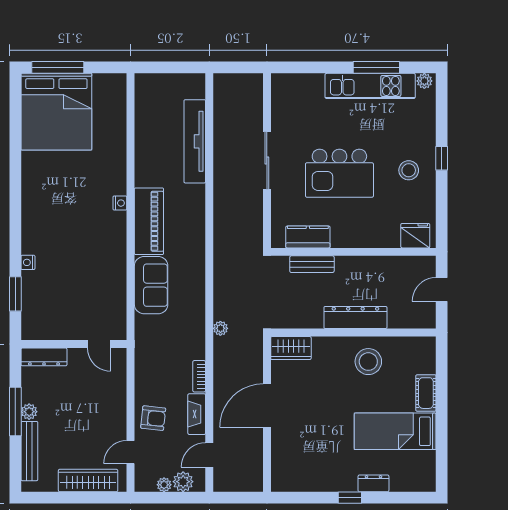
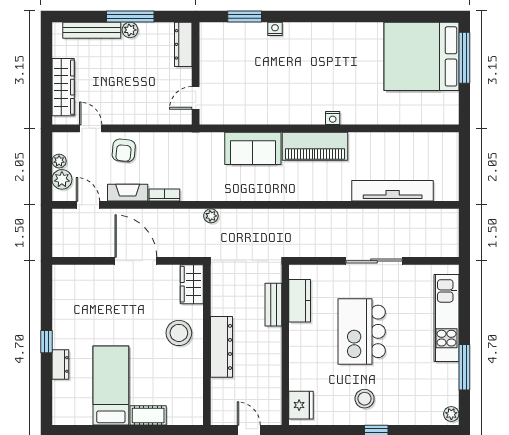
kitchen unit: (370, 86) -> (446, 318), moved
stool: (368, 362) -> (179, 333), moved

